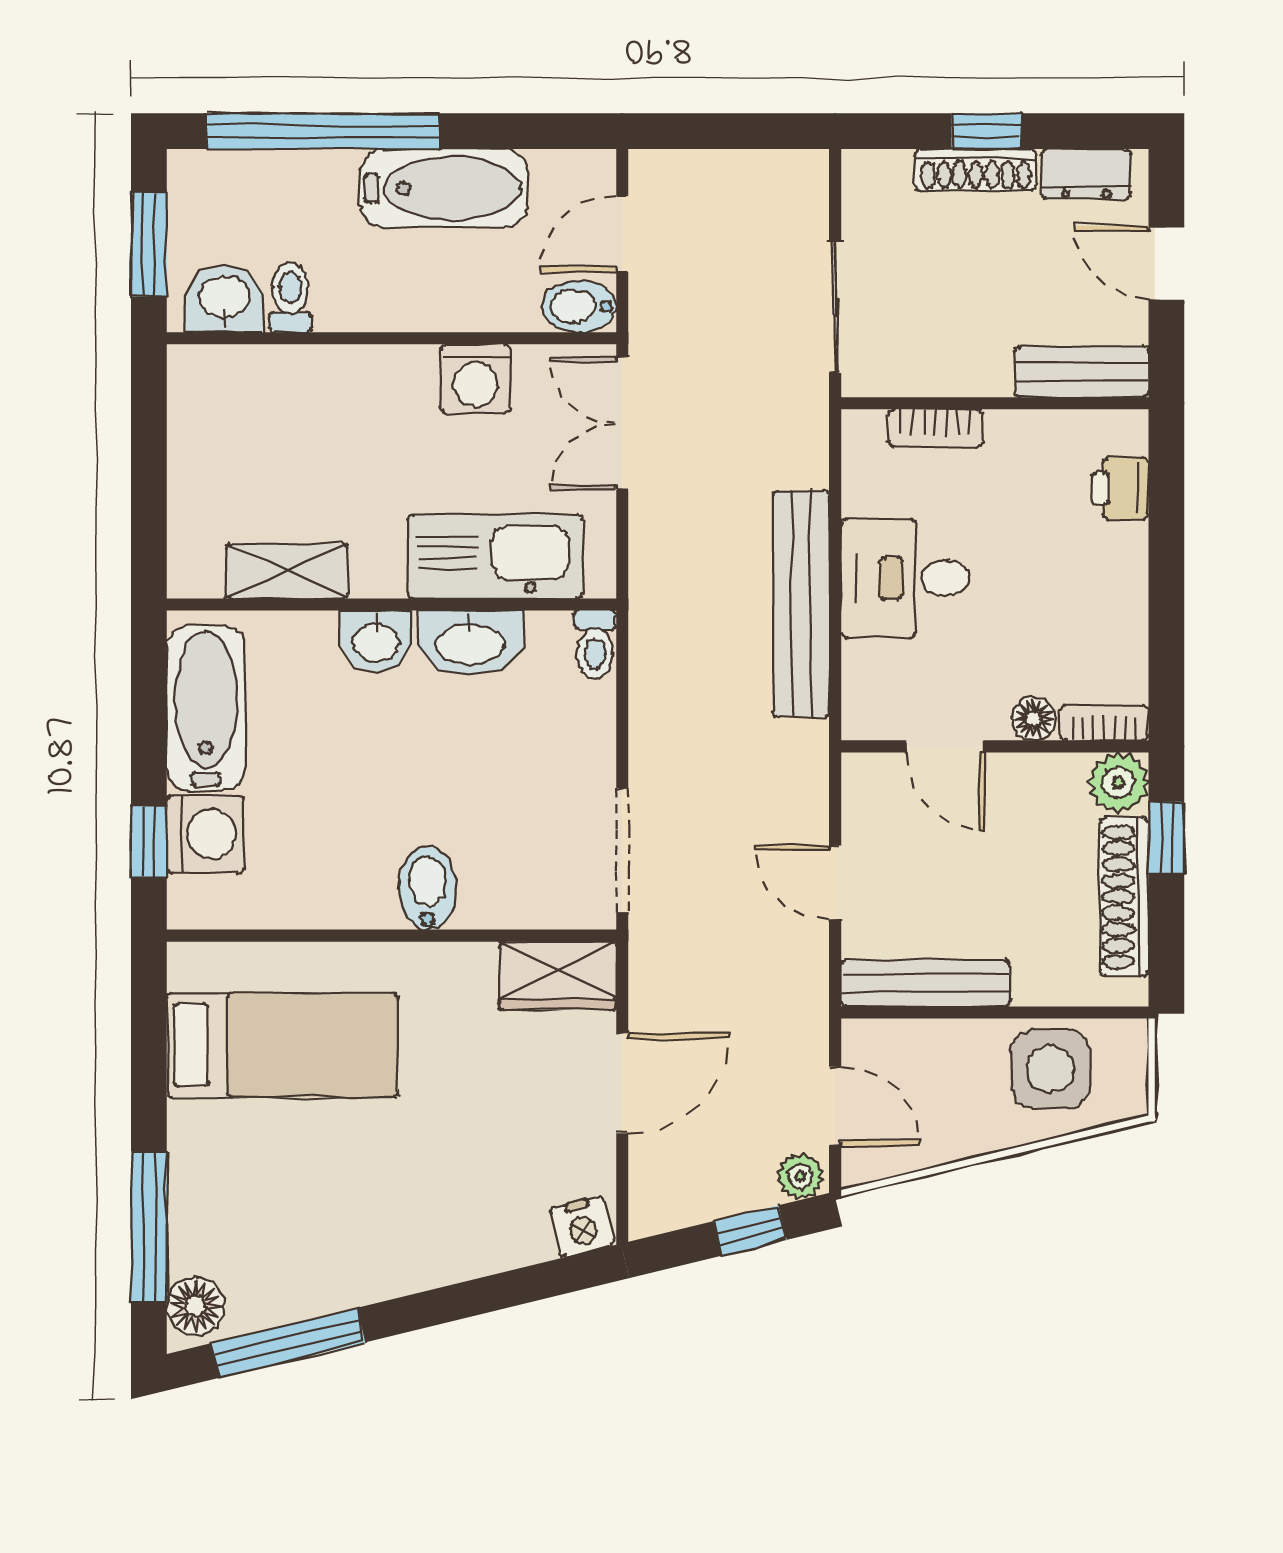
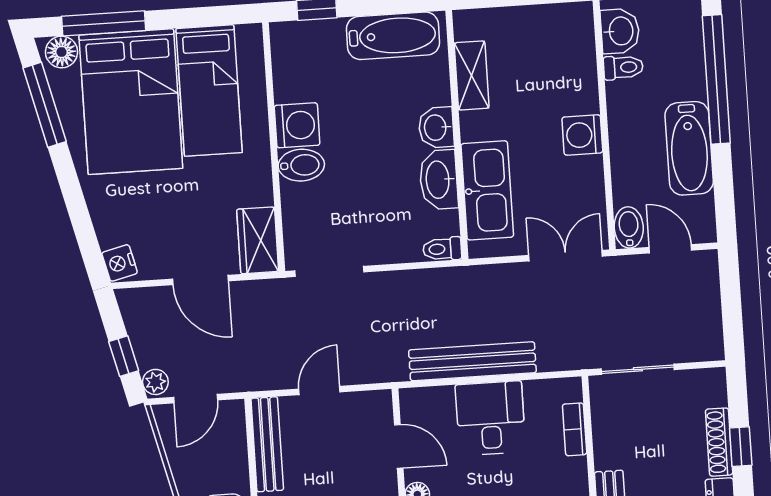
washing machine: (476, 379) -> (582, 135), moved
door: (945, 746) -> (399, 446), swing flipped
washing machine: (205, 834) -> (297, 125), moved, turned -90
bed: (293, 1187) -> (131, 102), added

